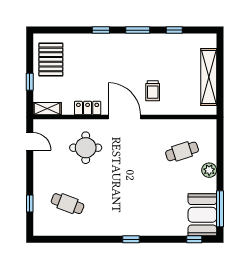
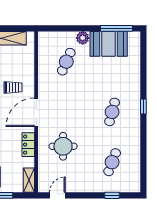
cafe table: (182, 151) -> (66, 62), turned 42
cafe table: (125, 204) -> (112, 112), added
booth: (202, 215) -> (109, 44), moved
window: (194, 239) -> (143, 51), removed

